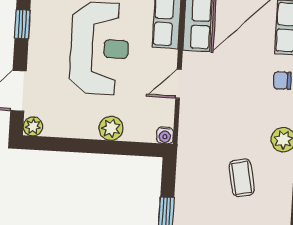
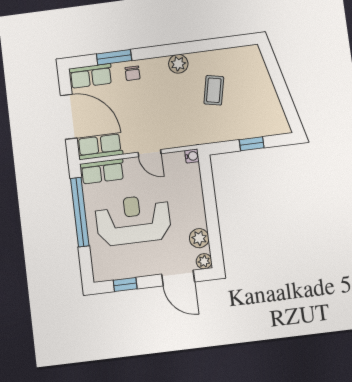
plant: (111, 128) -> (199, 238), moved
coffee table: (242, 178) -> (214, 90), turned -67

